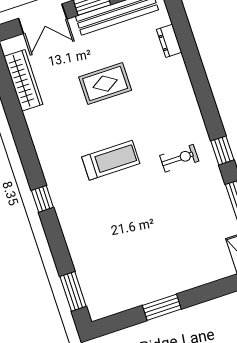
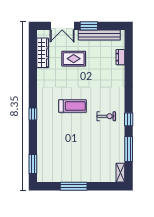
rug: (105, 84) -> (74, 59), moved
window: (162, 307) -> (74, 186), width x1.44

